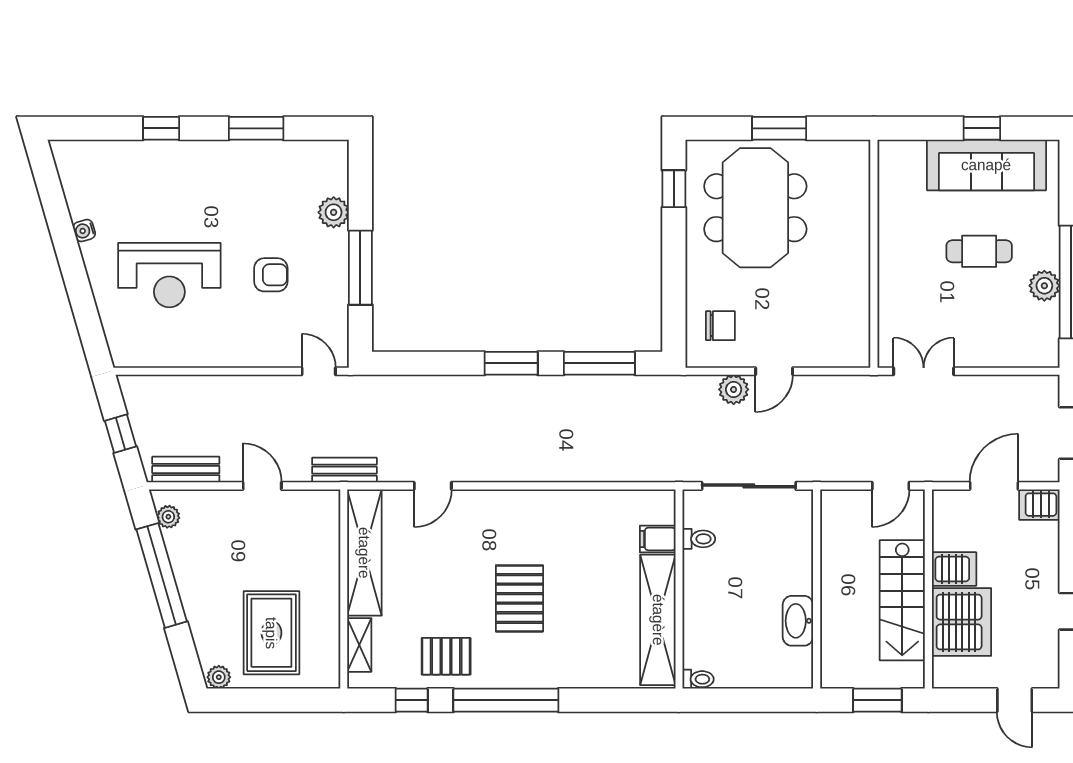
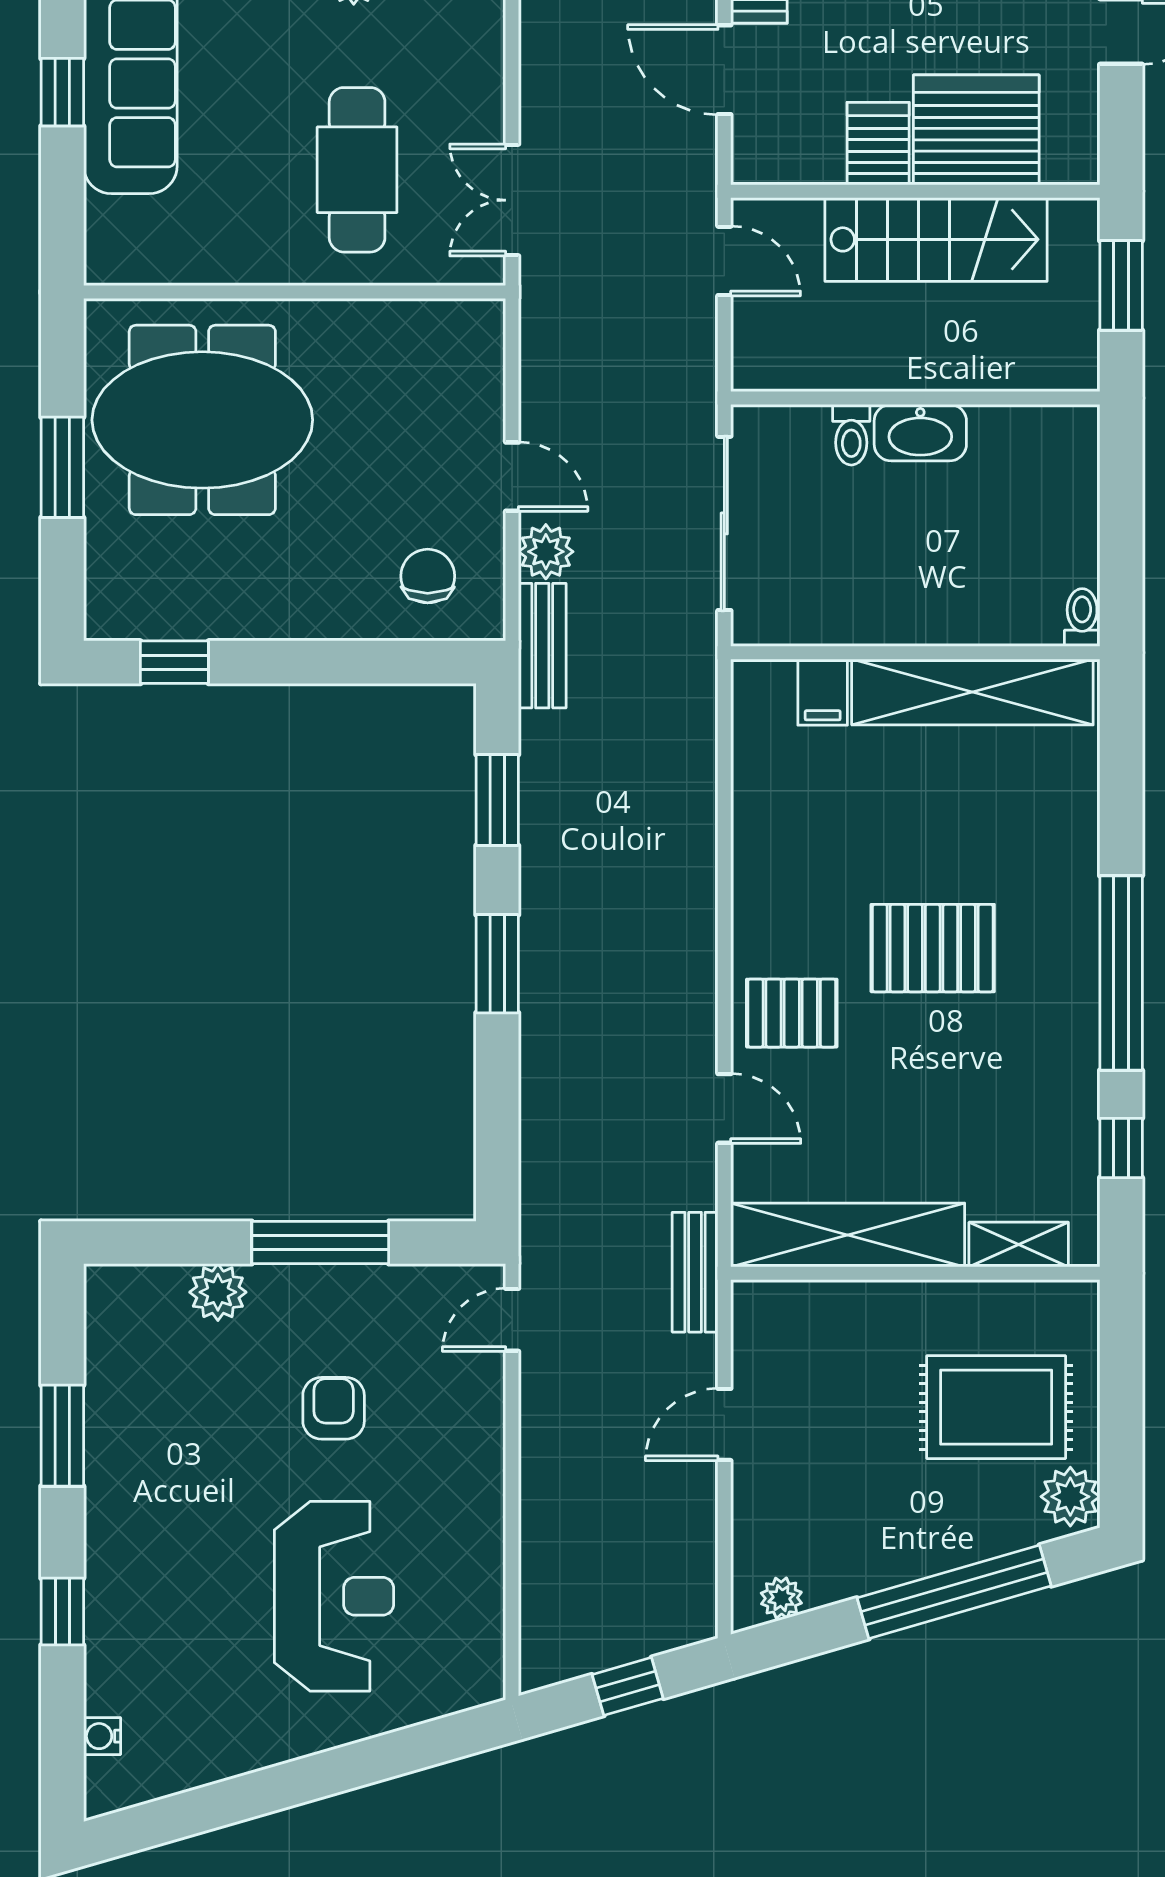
meeting table: (755, 208) -> (202, 420), moved
water cooler: (84, 231) -> (102, 1736), moved, turned 106
cafe table: (979, 251) -> (357, 170), moved, width x1.37, depth x1.35
window: (599, 363) -> (497, 800), width x0.69
bench: (186, 470) -> (542, 646), moved
toilet: (699, 539) -> (851, 435), moved, turned 180
window: (162, 575) -> (954, 1592), moved
washbasin: (798, 621) -> (920, 433), moved
pallet: (446, 656) -> (792, 1013), moved, turned 90
plant: (219, 677) -> (1070, 1497), width x1.38, depth x1.38

